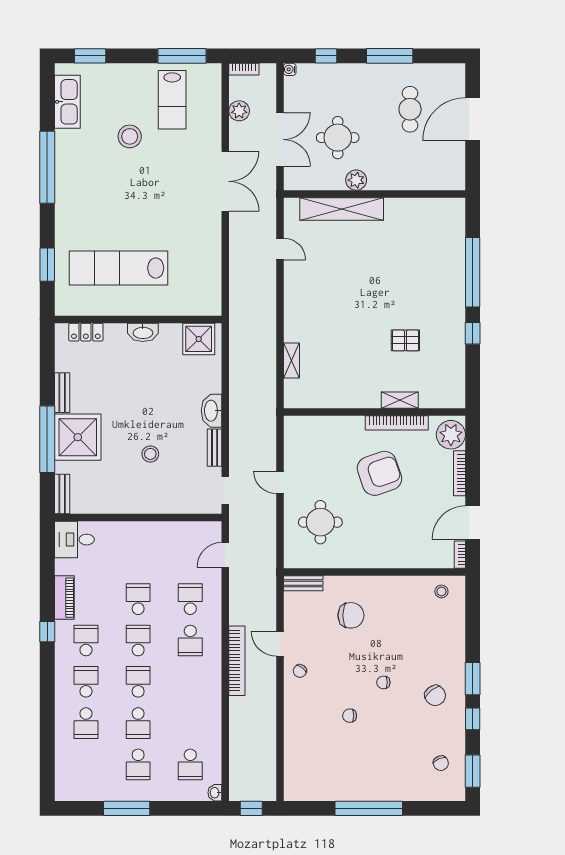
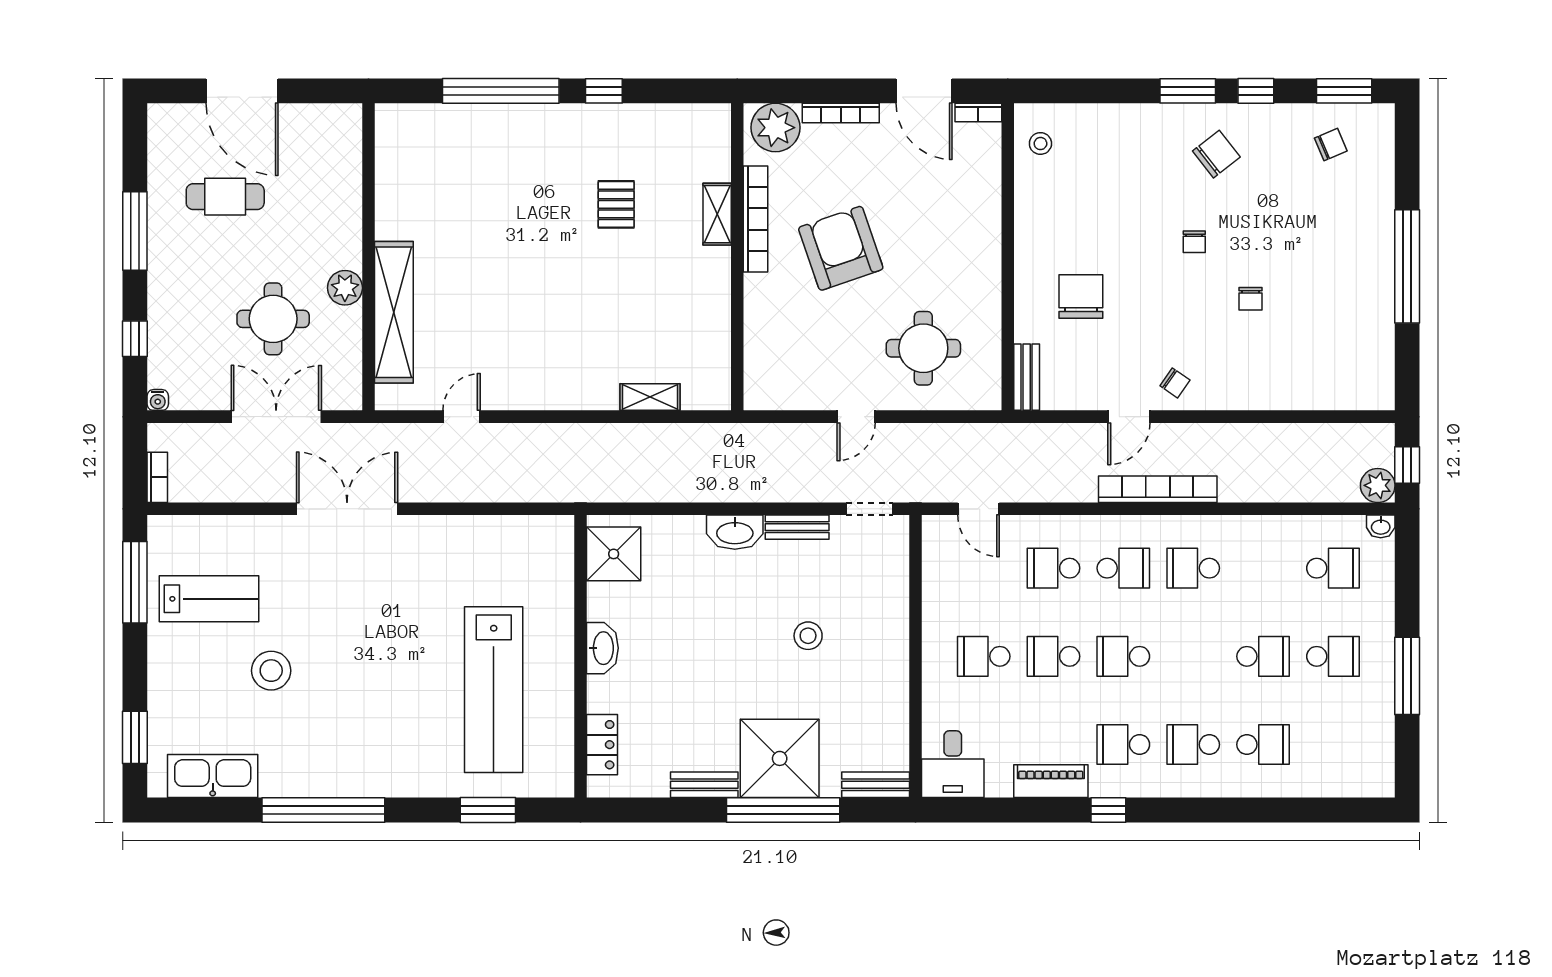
plant: (239, 111) -> (1378, 485), moved
school desk: (138, 558) -> (984, 656), added
school desk: (138, 682) -> (1193, 568), moved

